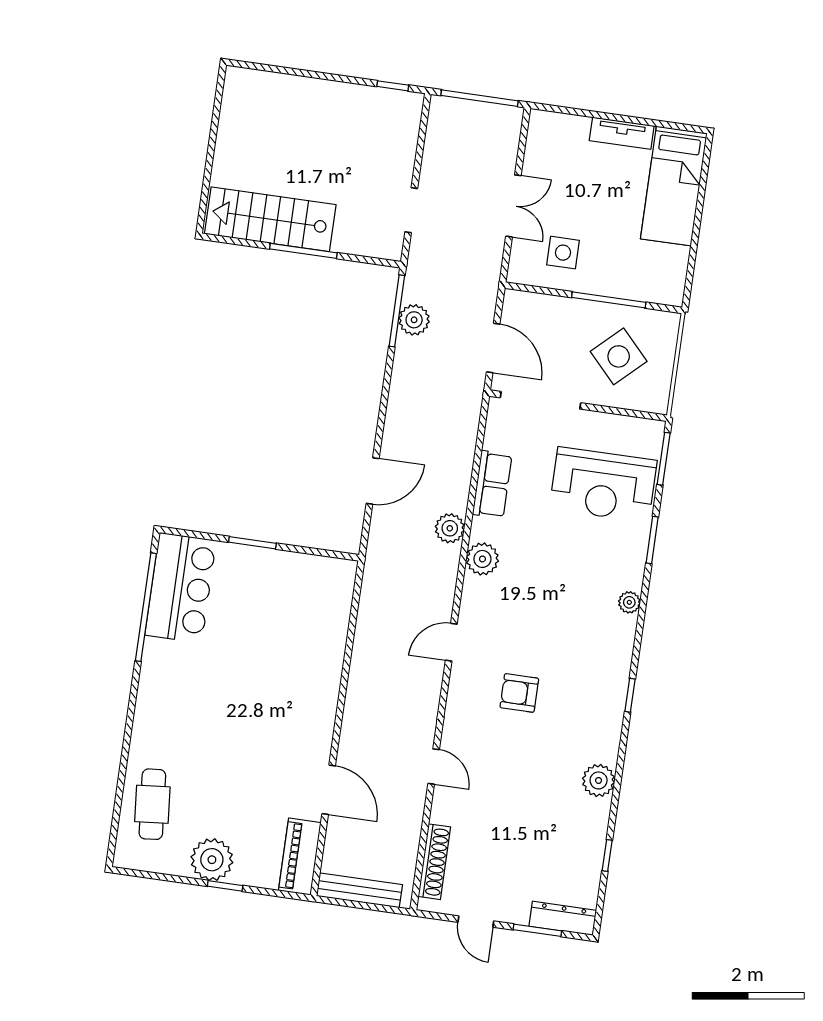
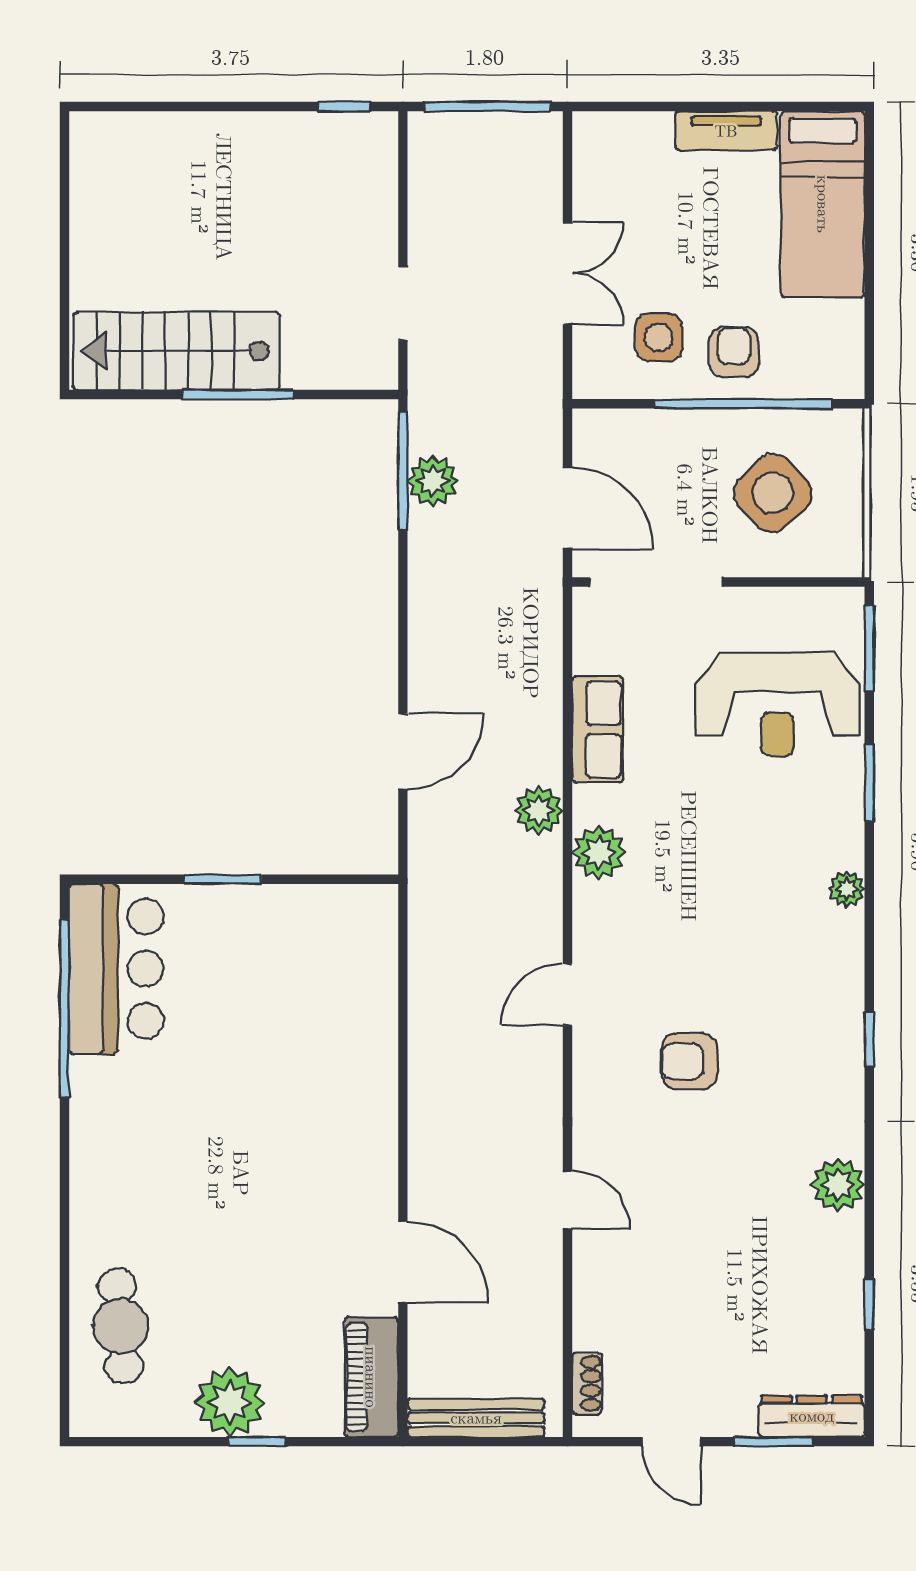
armchair: (607, 268) -> (734, 352), added
window: (609, 300) -> (744, 404), width x1.46
shoe rack: (434, 862) -> (587, 1383), width x0.51, depth x0.81

